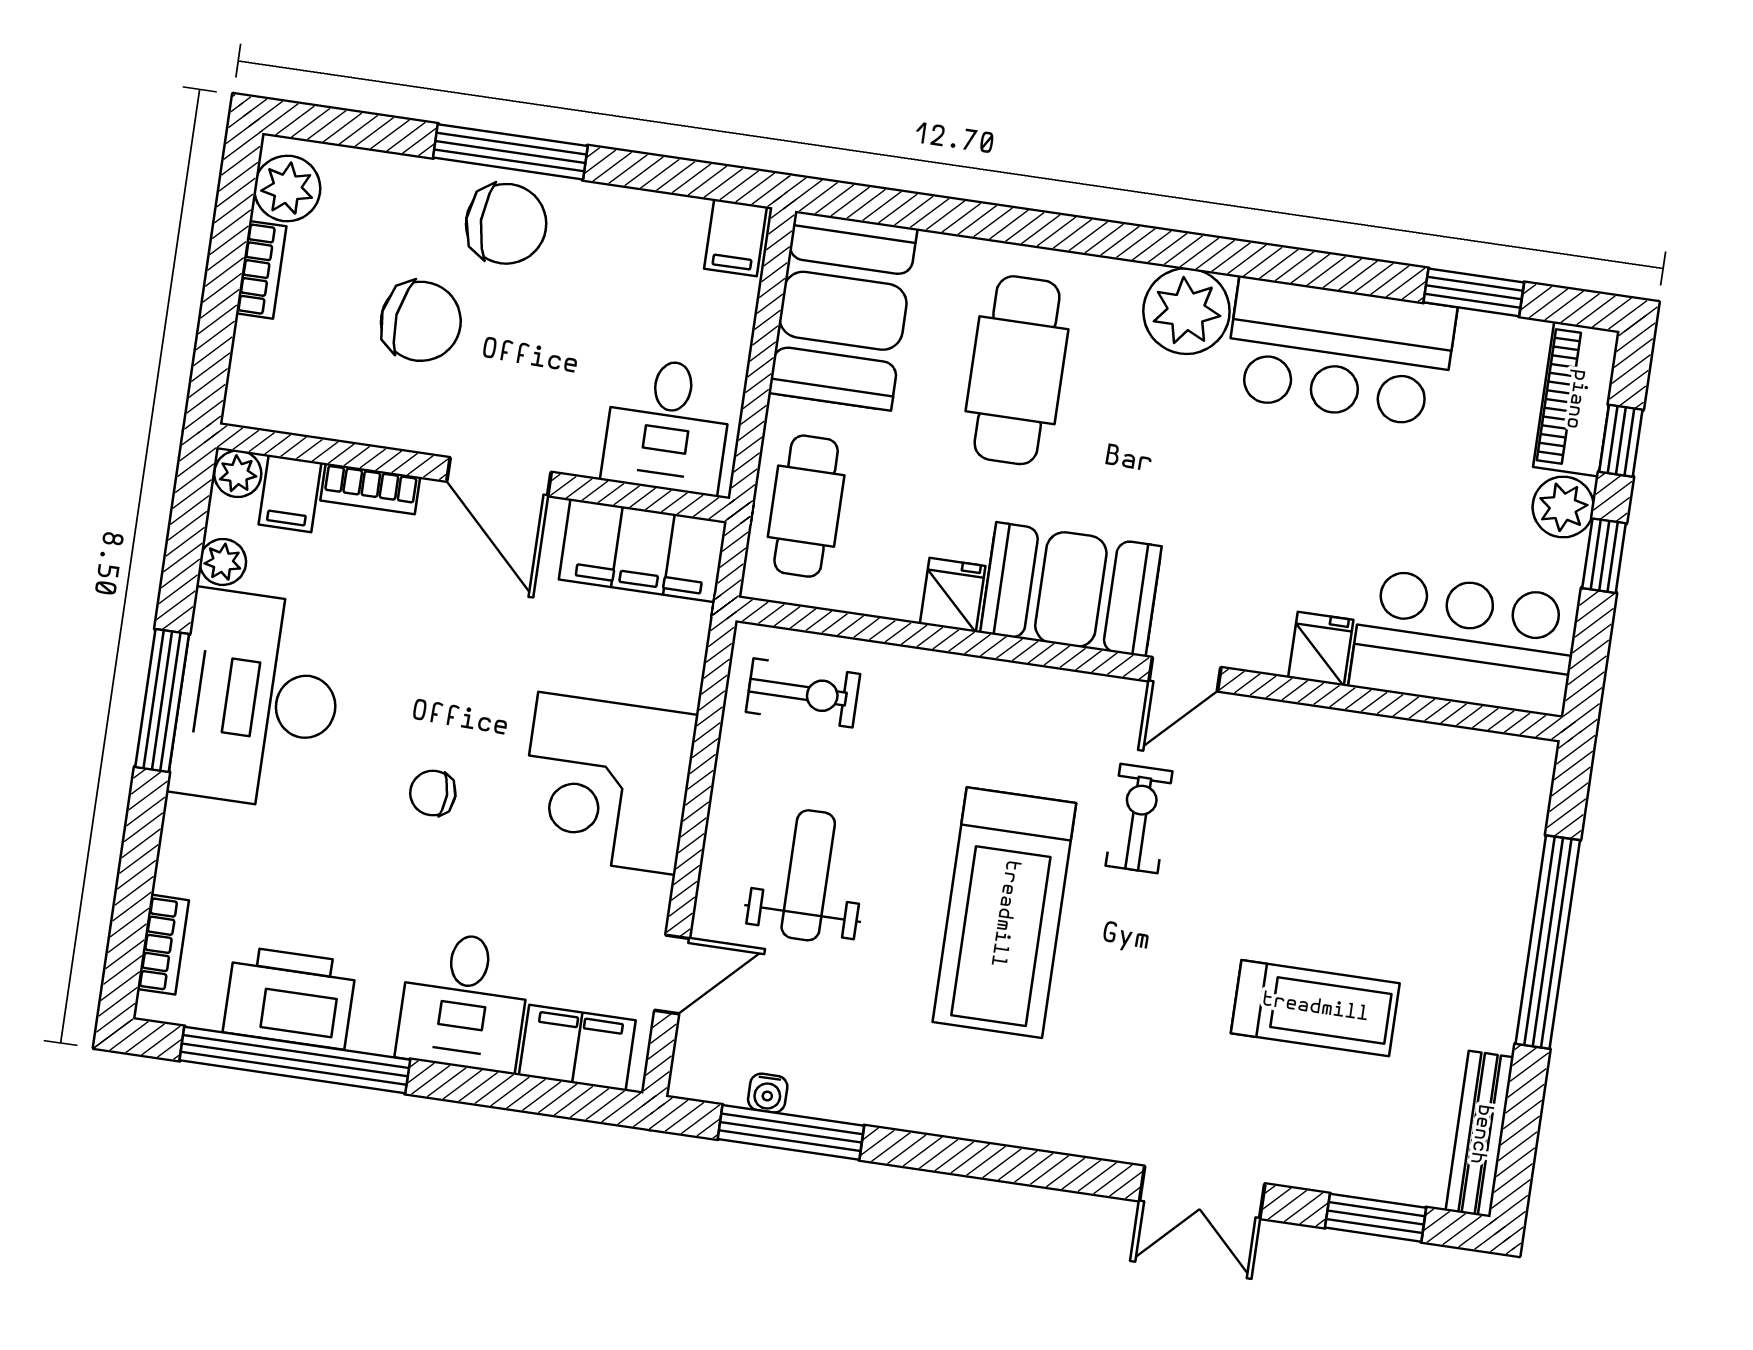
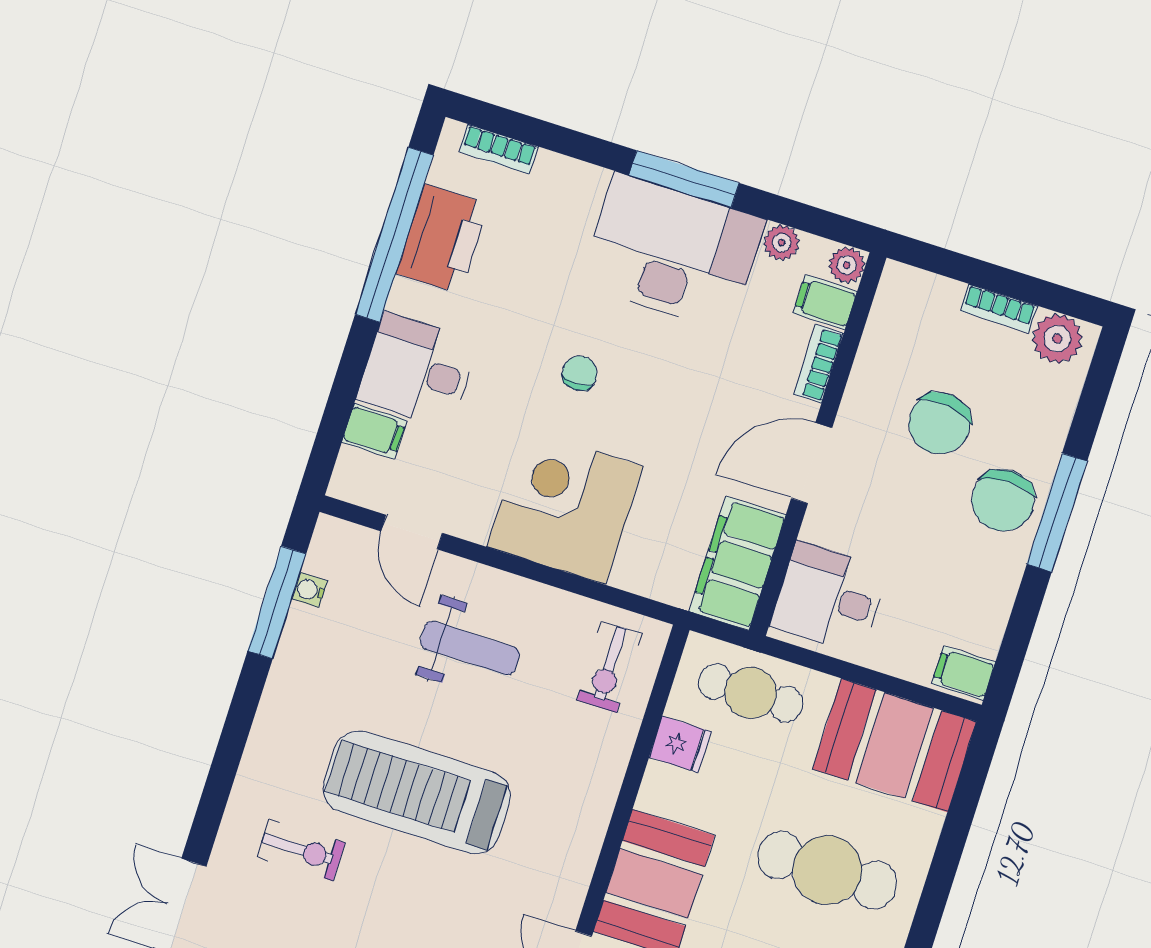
fridge: (953, 595) -> (680, 744), moved
exercise bike: (1139, 819) -> (301, 850), moved
filing cabinet: (577, 1048) -> (374, 431), width x0.50

